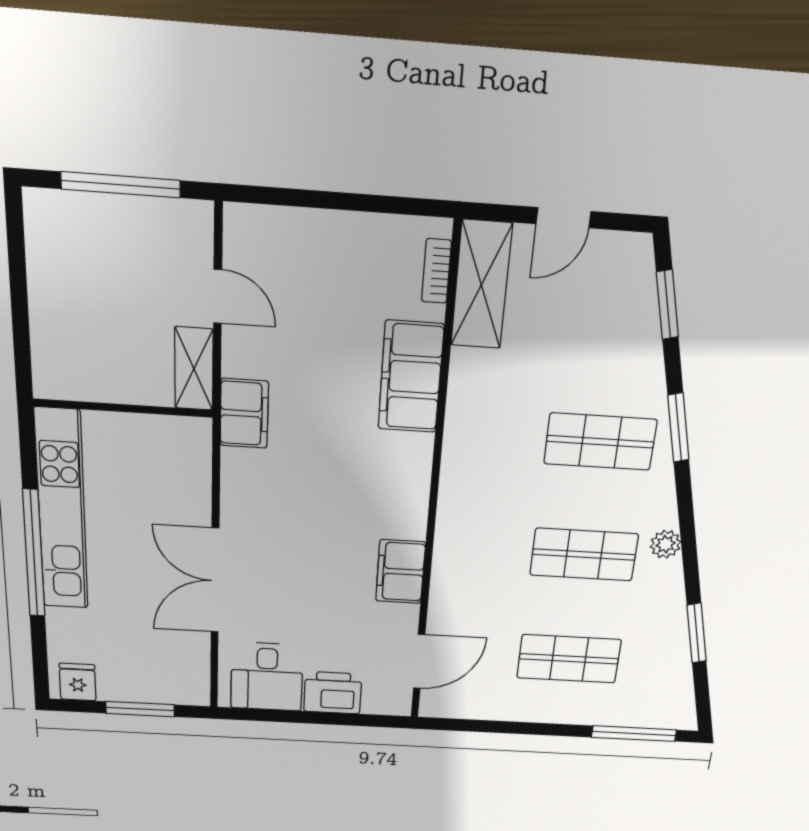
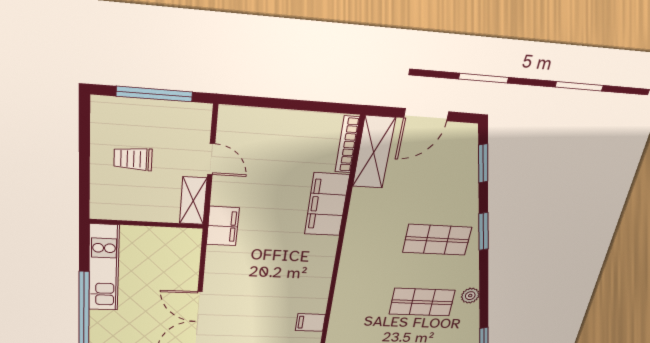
door: (563, 218) -> (426, 115), width x1.38
bookcase: (436, 271) -> (347, 145), width x1.56
trolley: (94, 296) -> (133, 159), added
kitchen unit: (62, 511) -> (104, 268), width x0.73
filing cabinet: (400, 572) -> (310, 322), width x0.50

